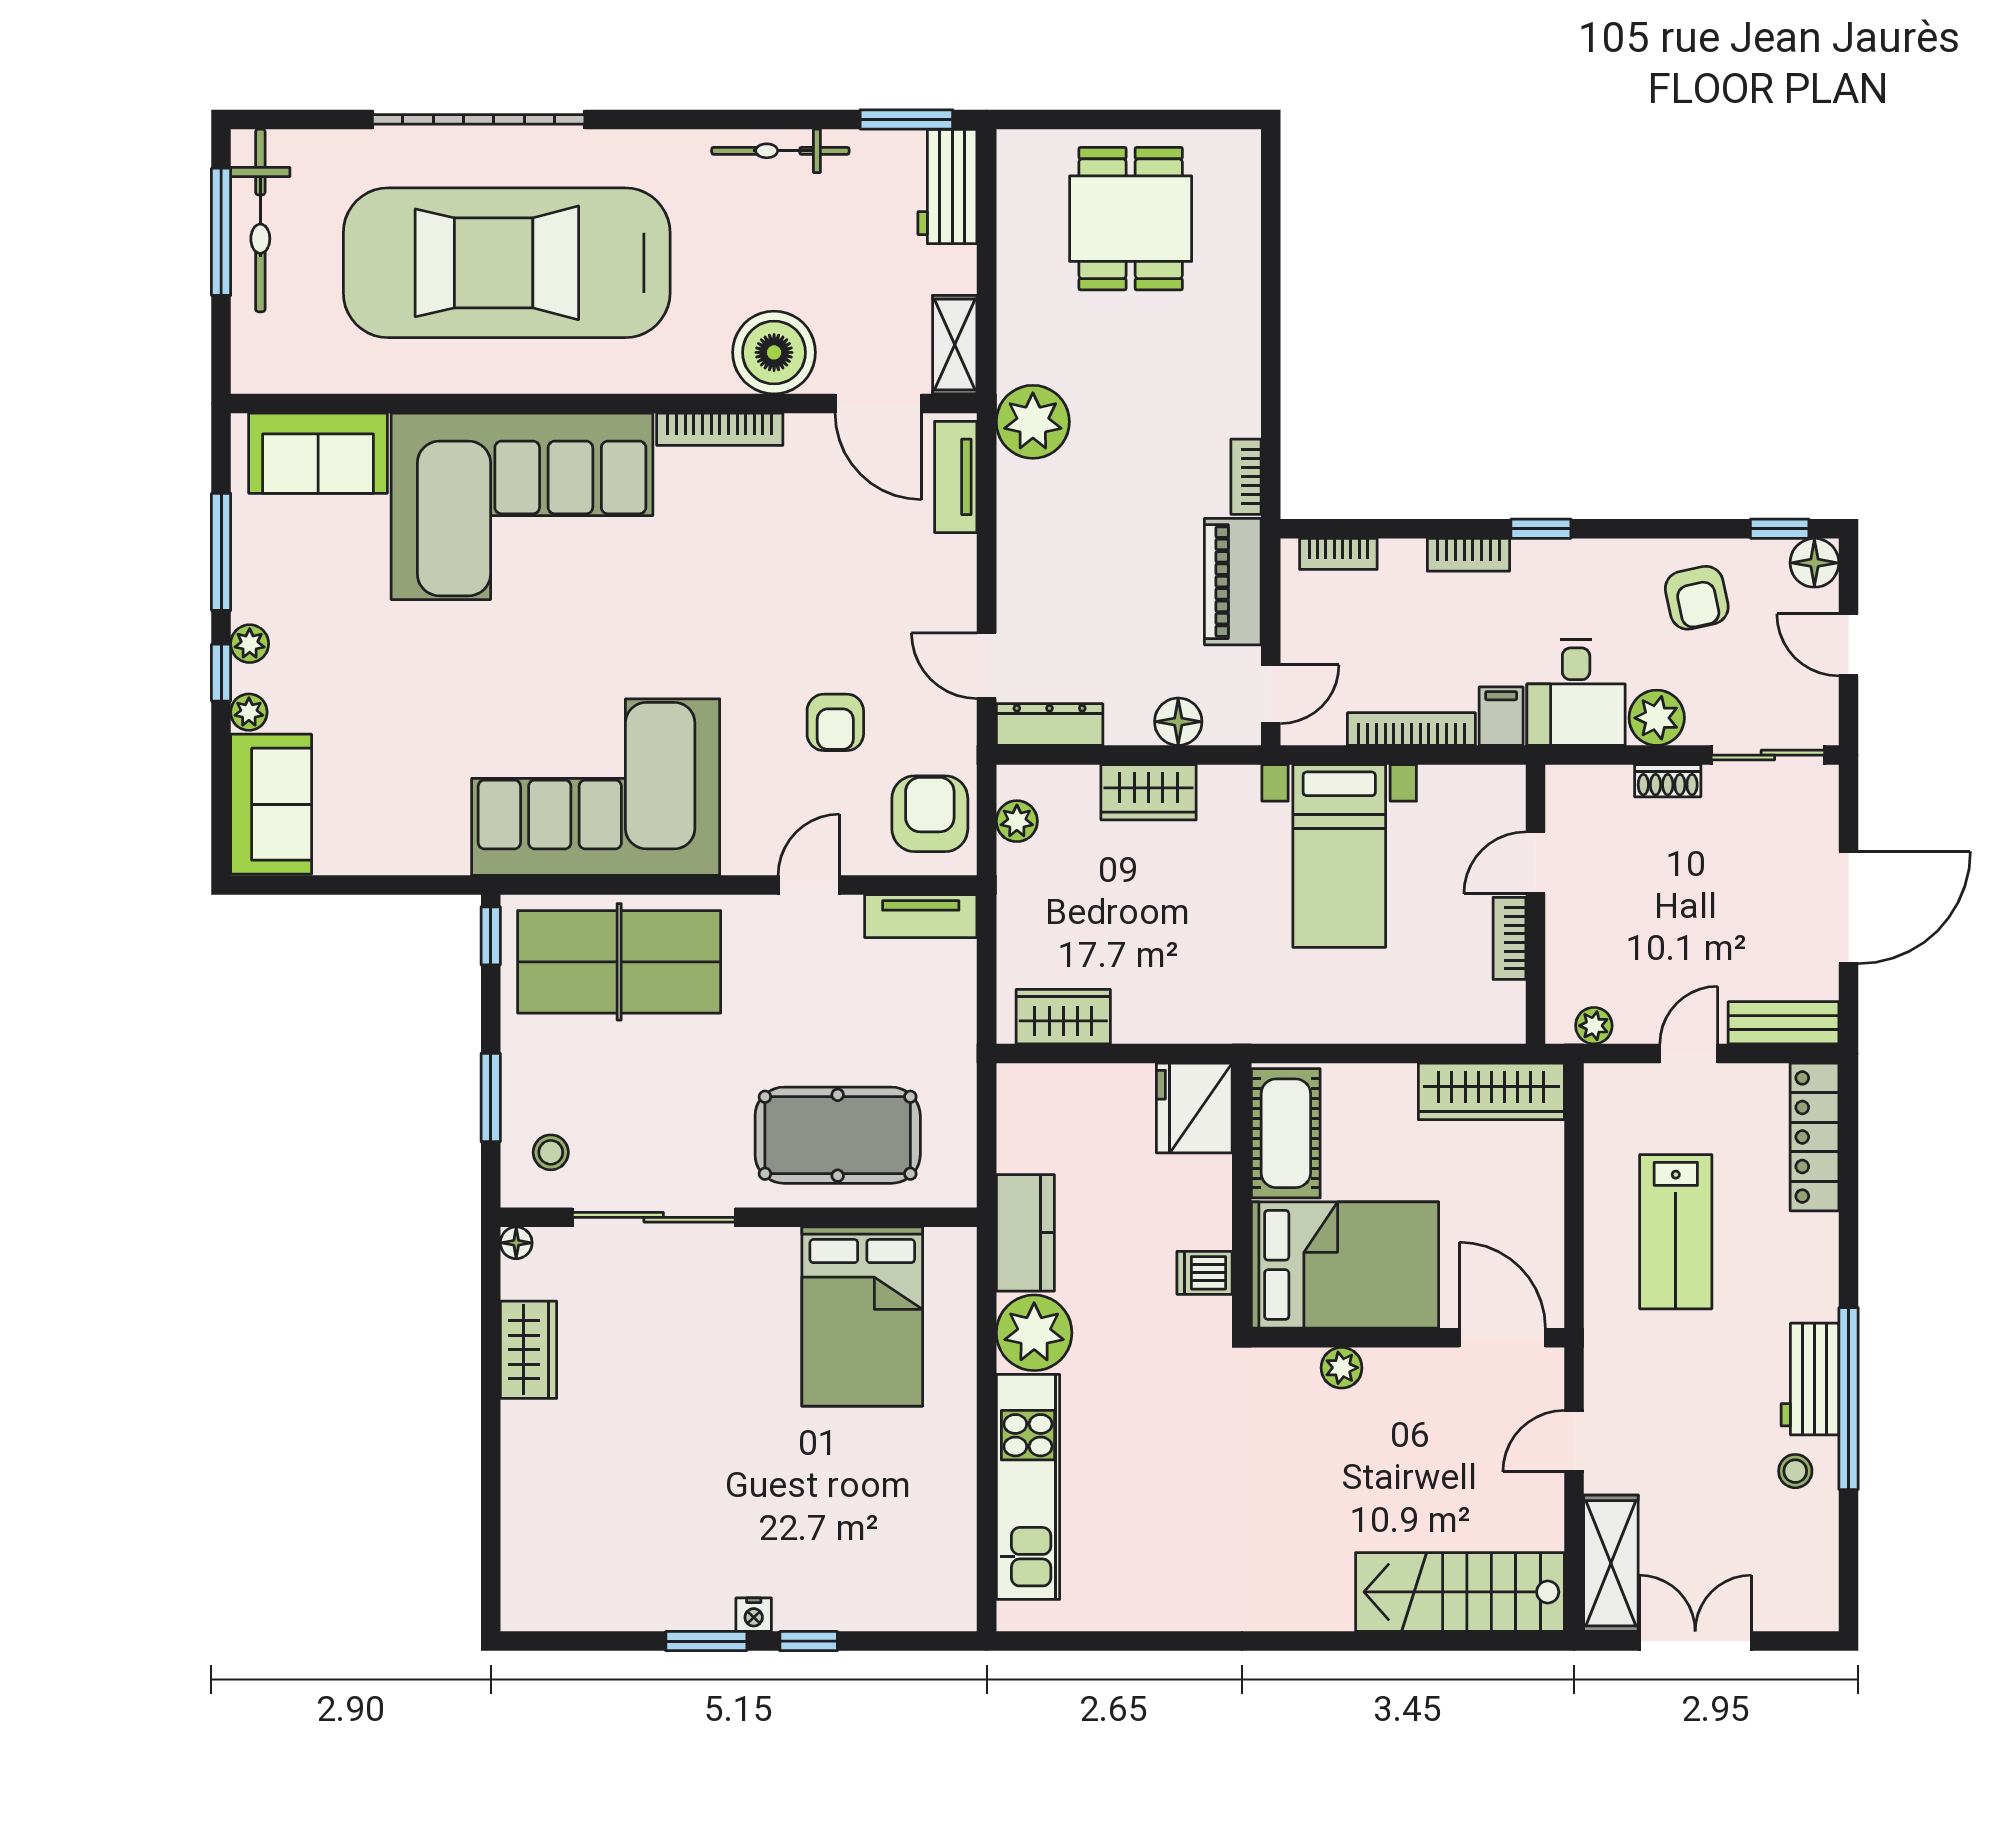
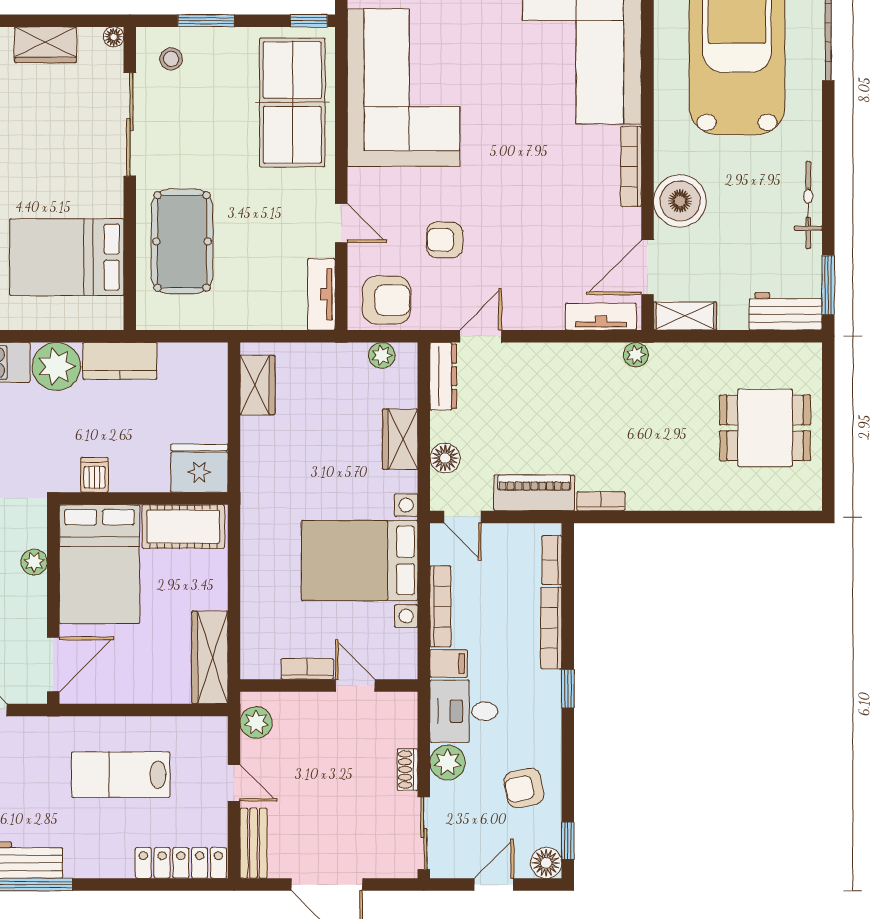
plant: (1033, 422) -> (636, 355), width x0.53, depth x0.53
bookcase: (1468, 555) -> (551, 628), width x1.56
bed with nightstands: (1339, 856) -> (360, 561), width x1.36
plant: (1594, 1026) -> (256, 723), width x1.38, depth x1.38

